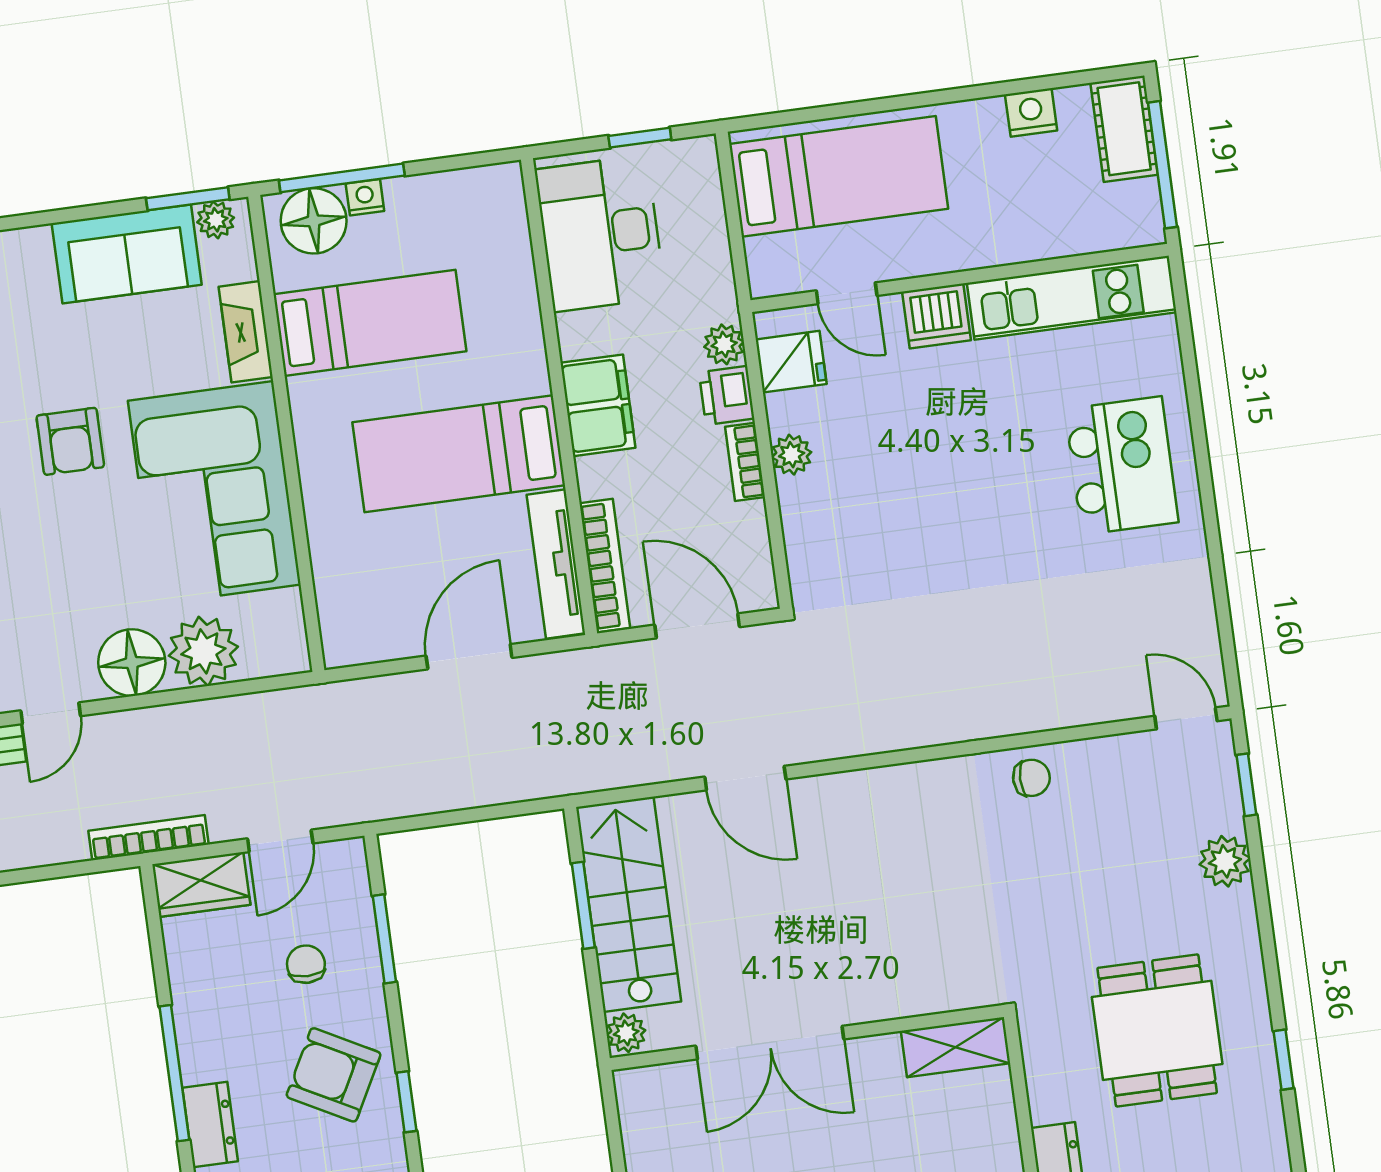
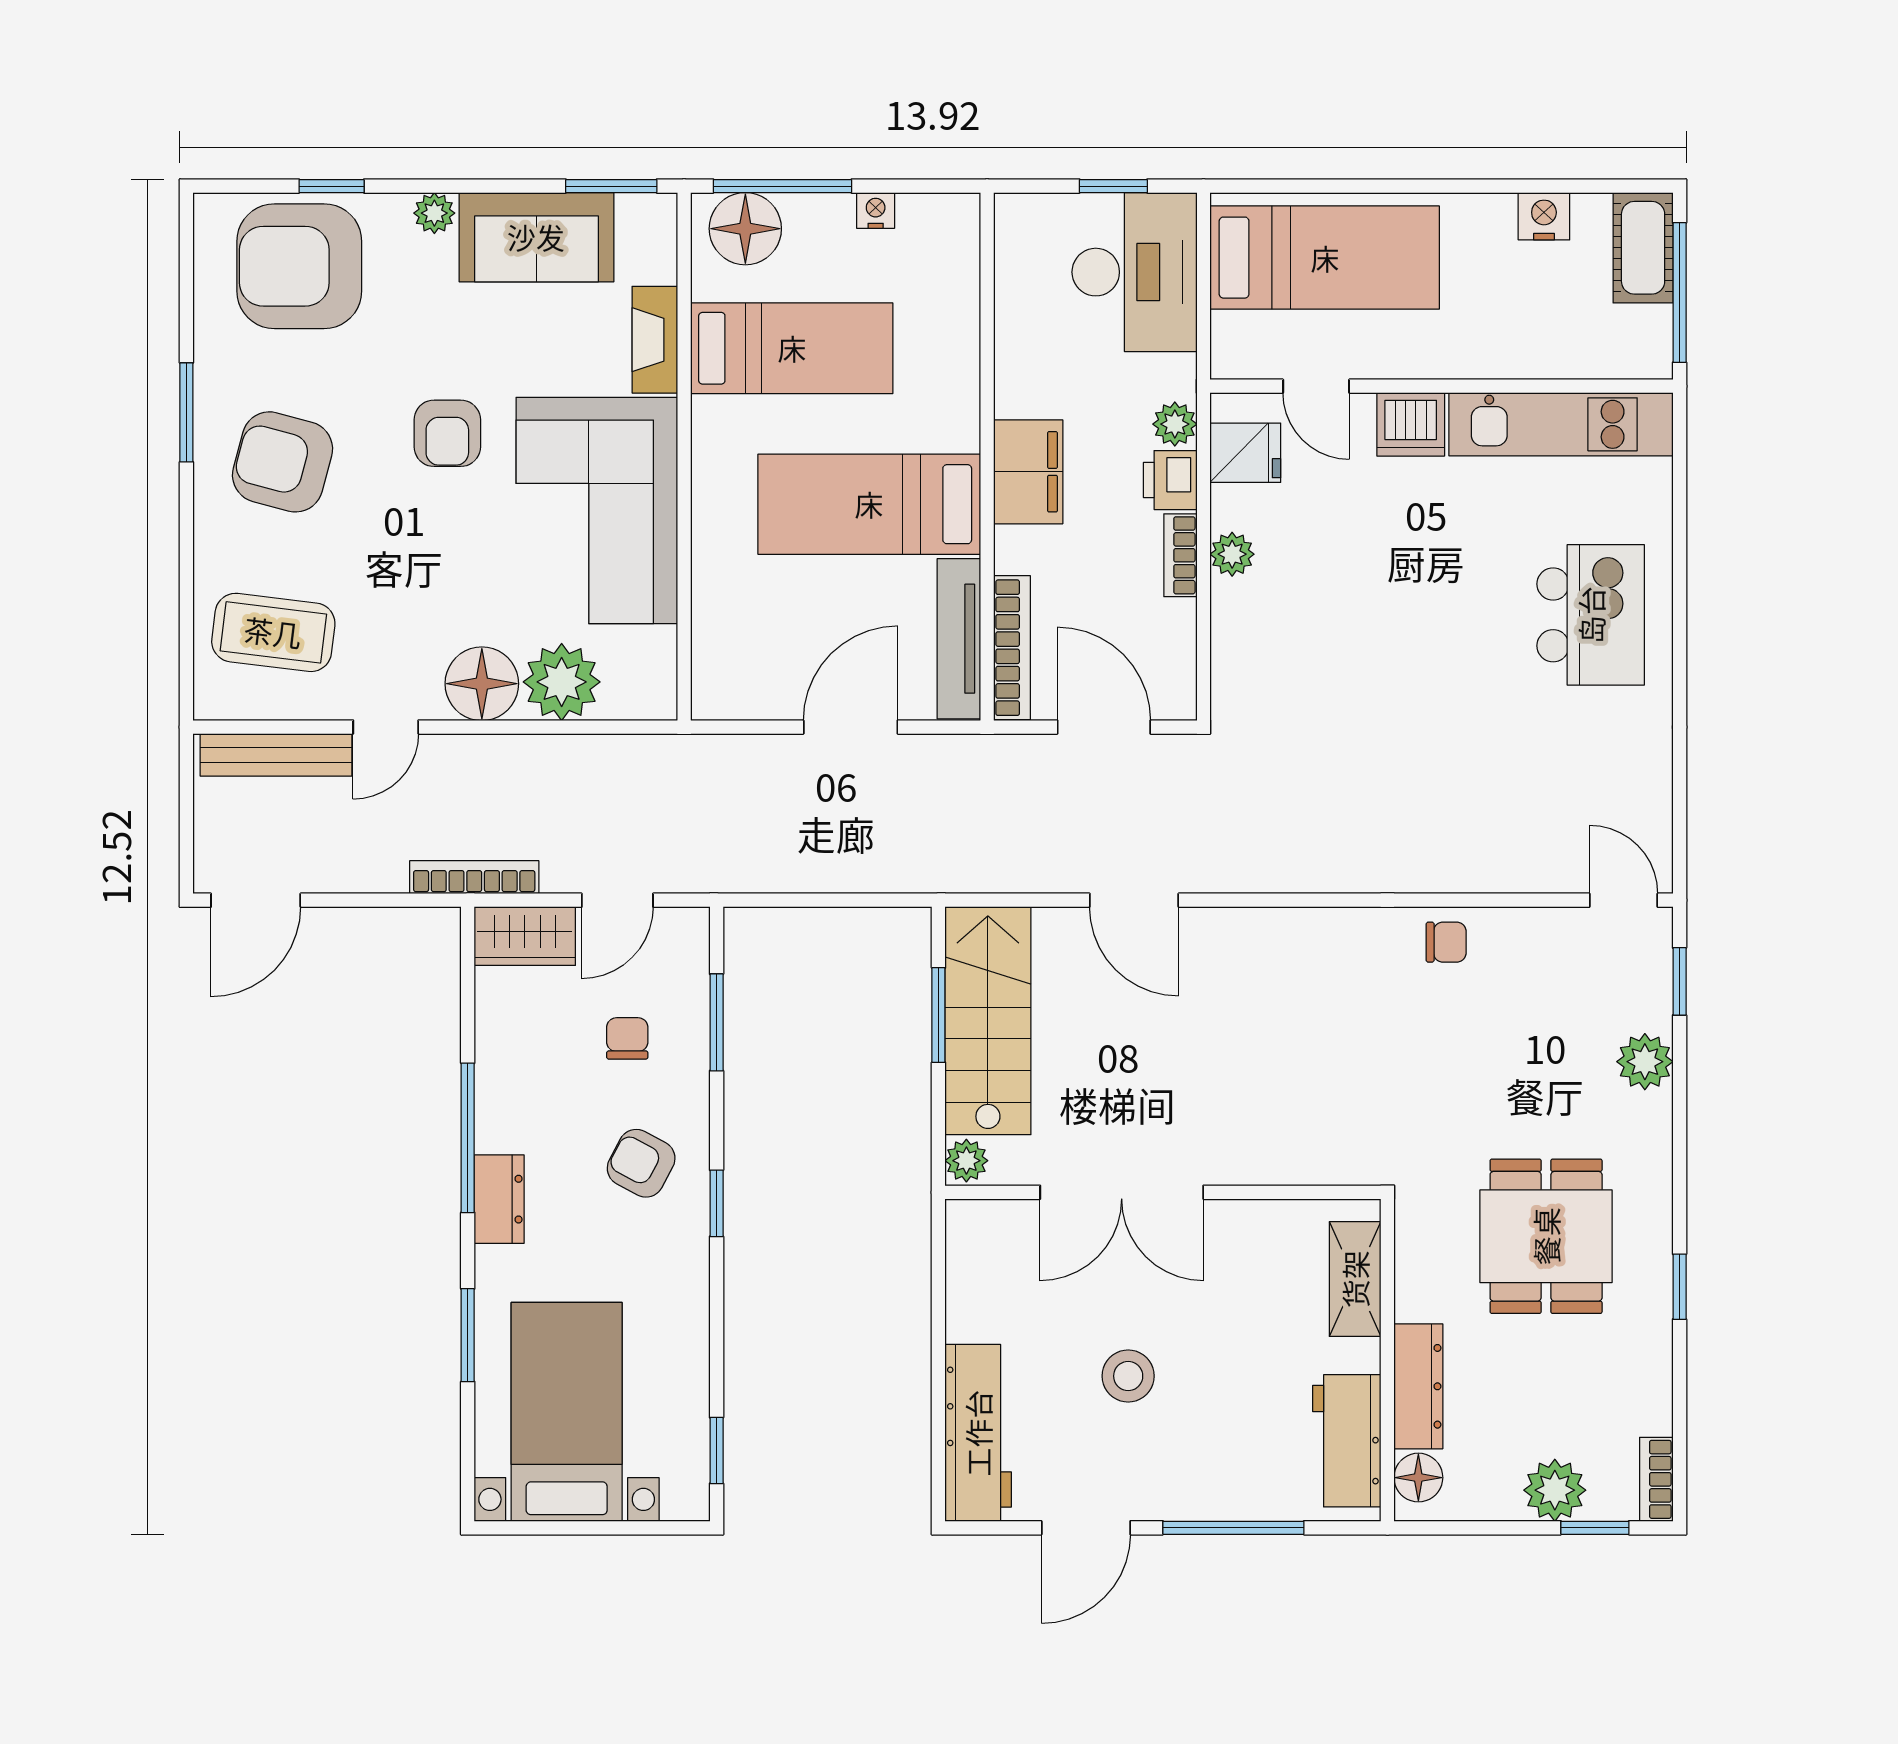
nightstand: (365, 197) -> (876, 210), moved
plant: (216, 220) -> (434, 213), moved
desk: (600, 233) -> (1134, 272), moved, turned 180
shelving: (956, 1047) -> (1355, 1279), moved, turned 90
armchair: (334, 1075) -> (641, 1163), width x0.72, depth x0.72

